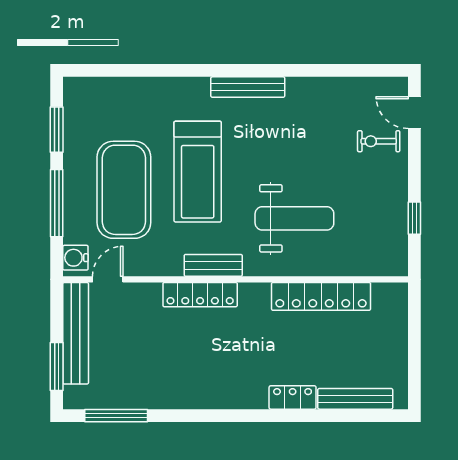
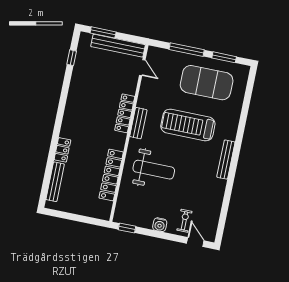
door: (414, 113) -> (195, 242), hinge flipped
exercise mat: (124, 190) -> (207, 83), moved
weight bench: (294, 218) -> (154, 170), turned -90
window: (414, 218) -> (127, 228), moved
water cooler: (75, 258) -> (160, 225), moved, turned 180
window: (116, 416) -> (72, 58), width x0.46

